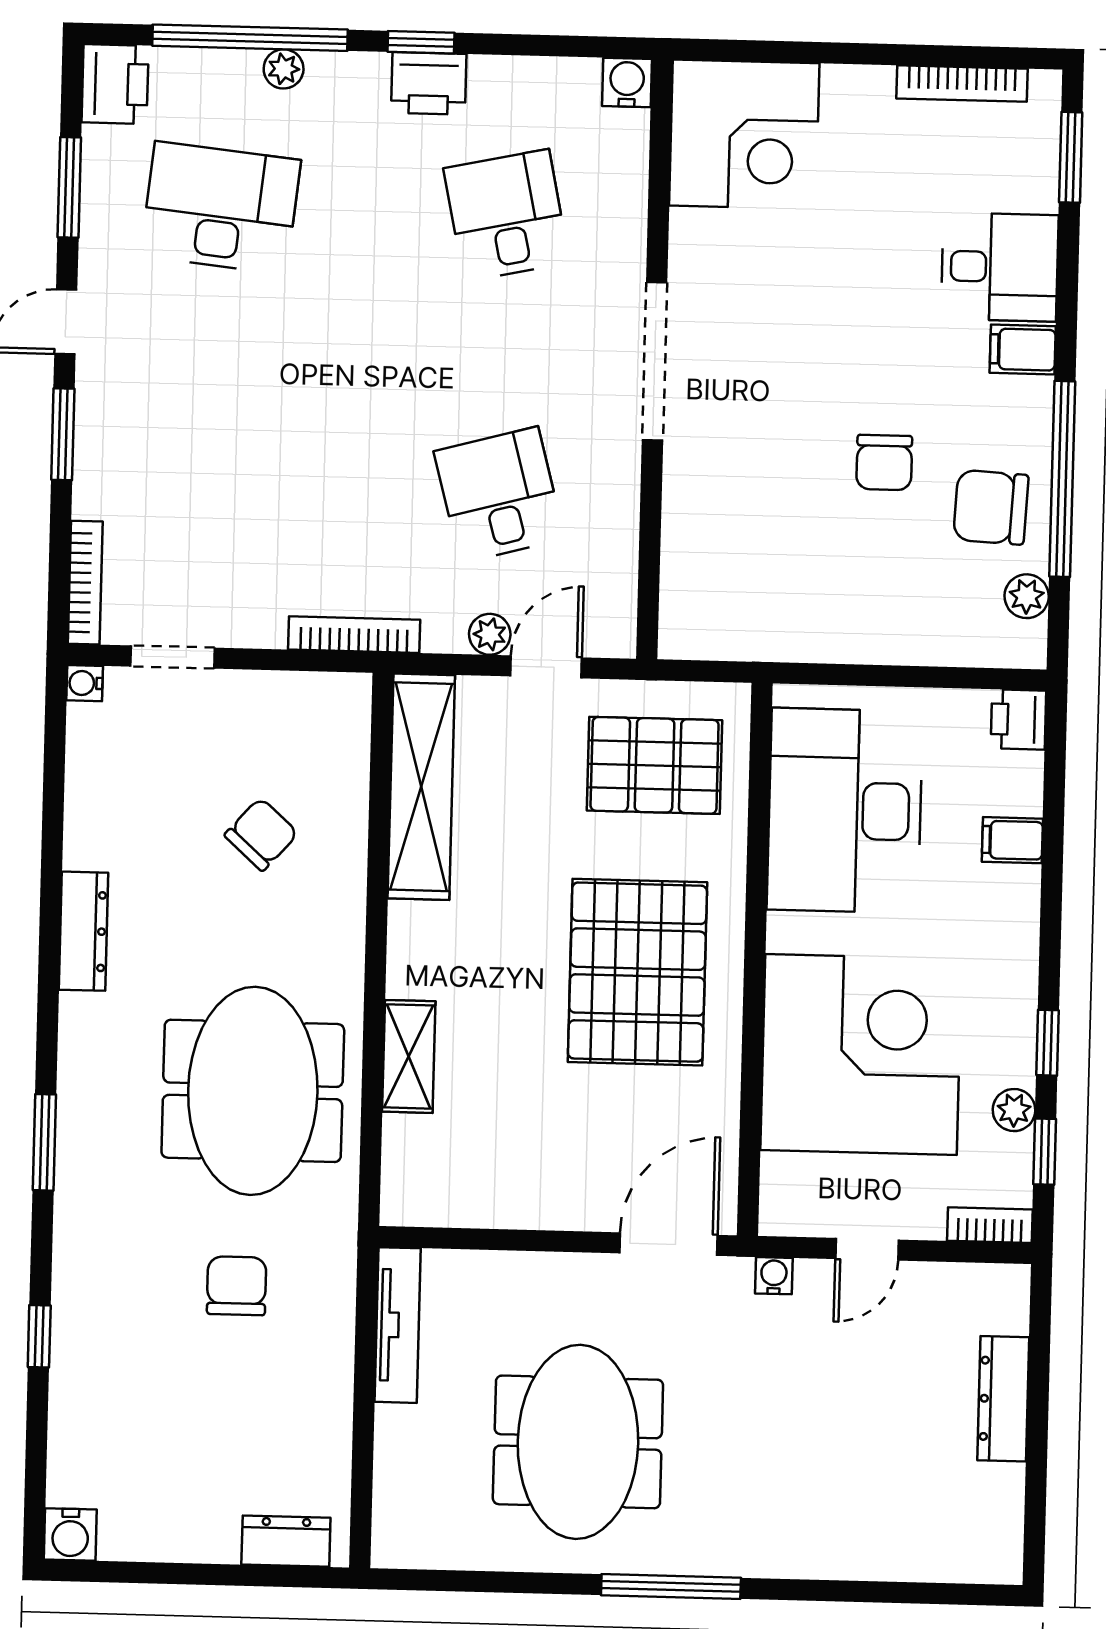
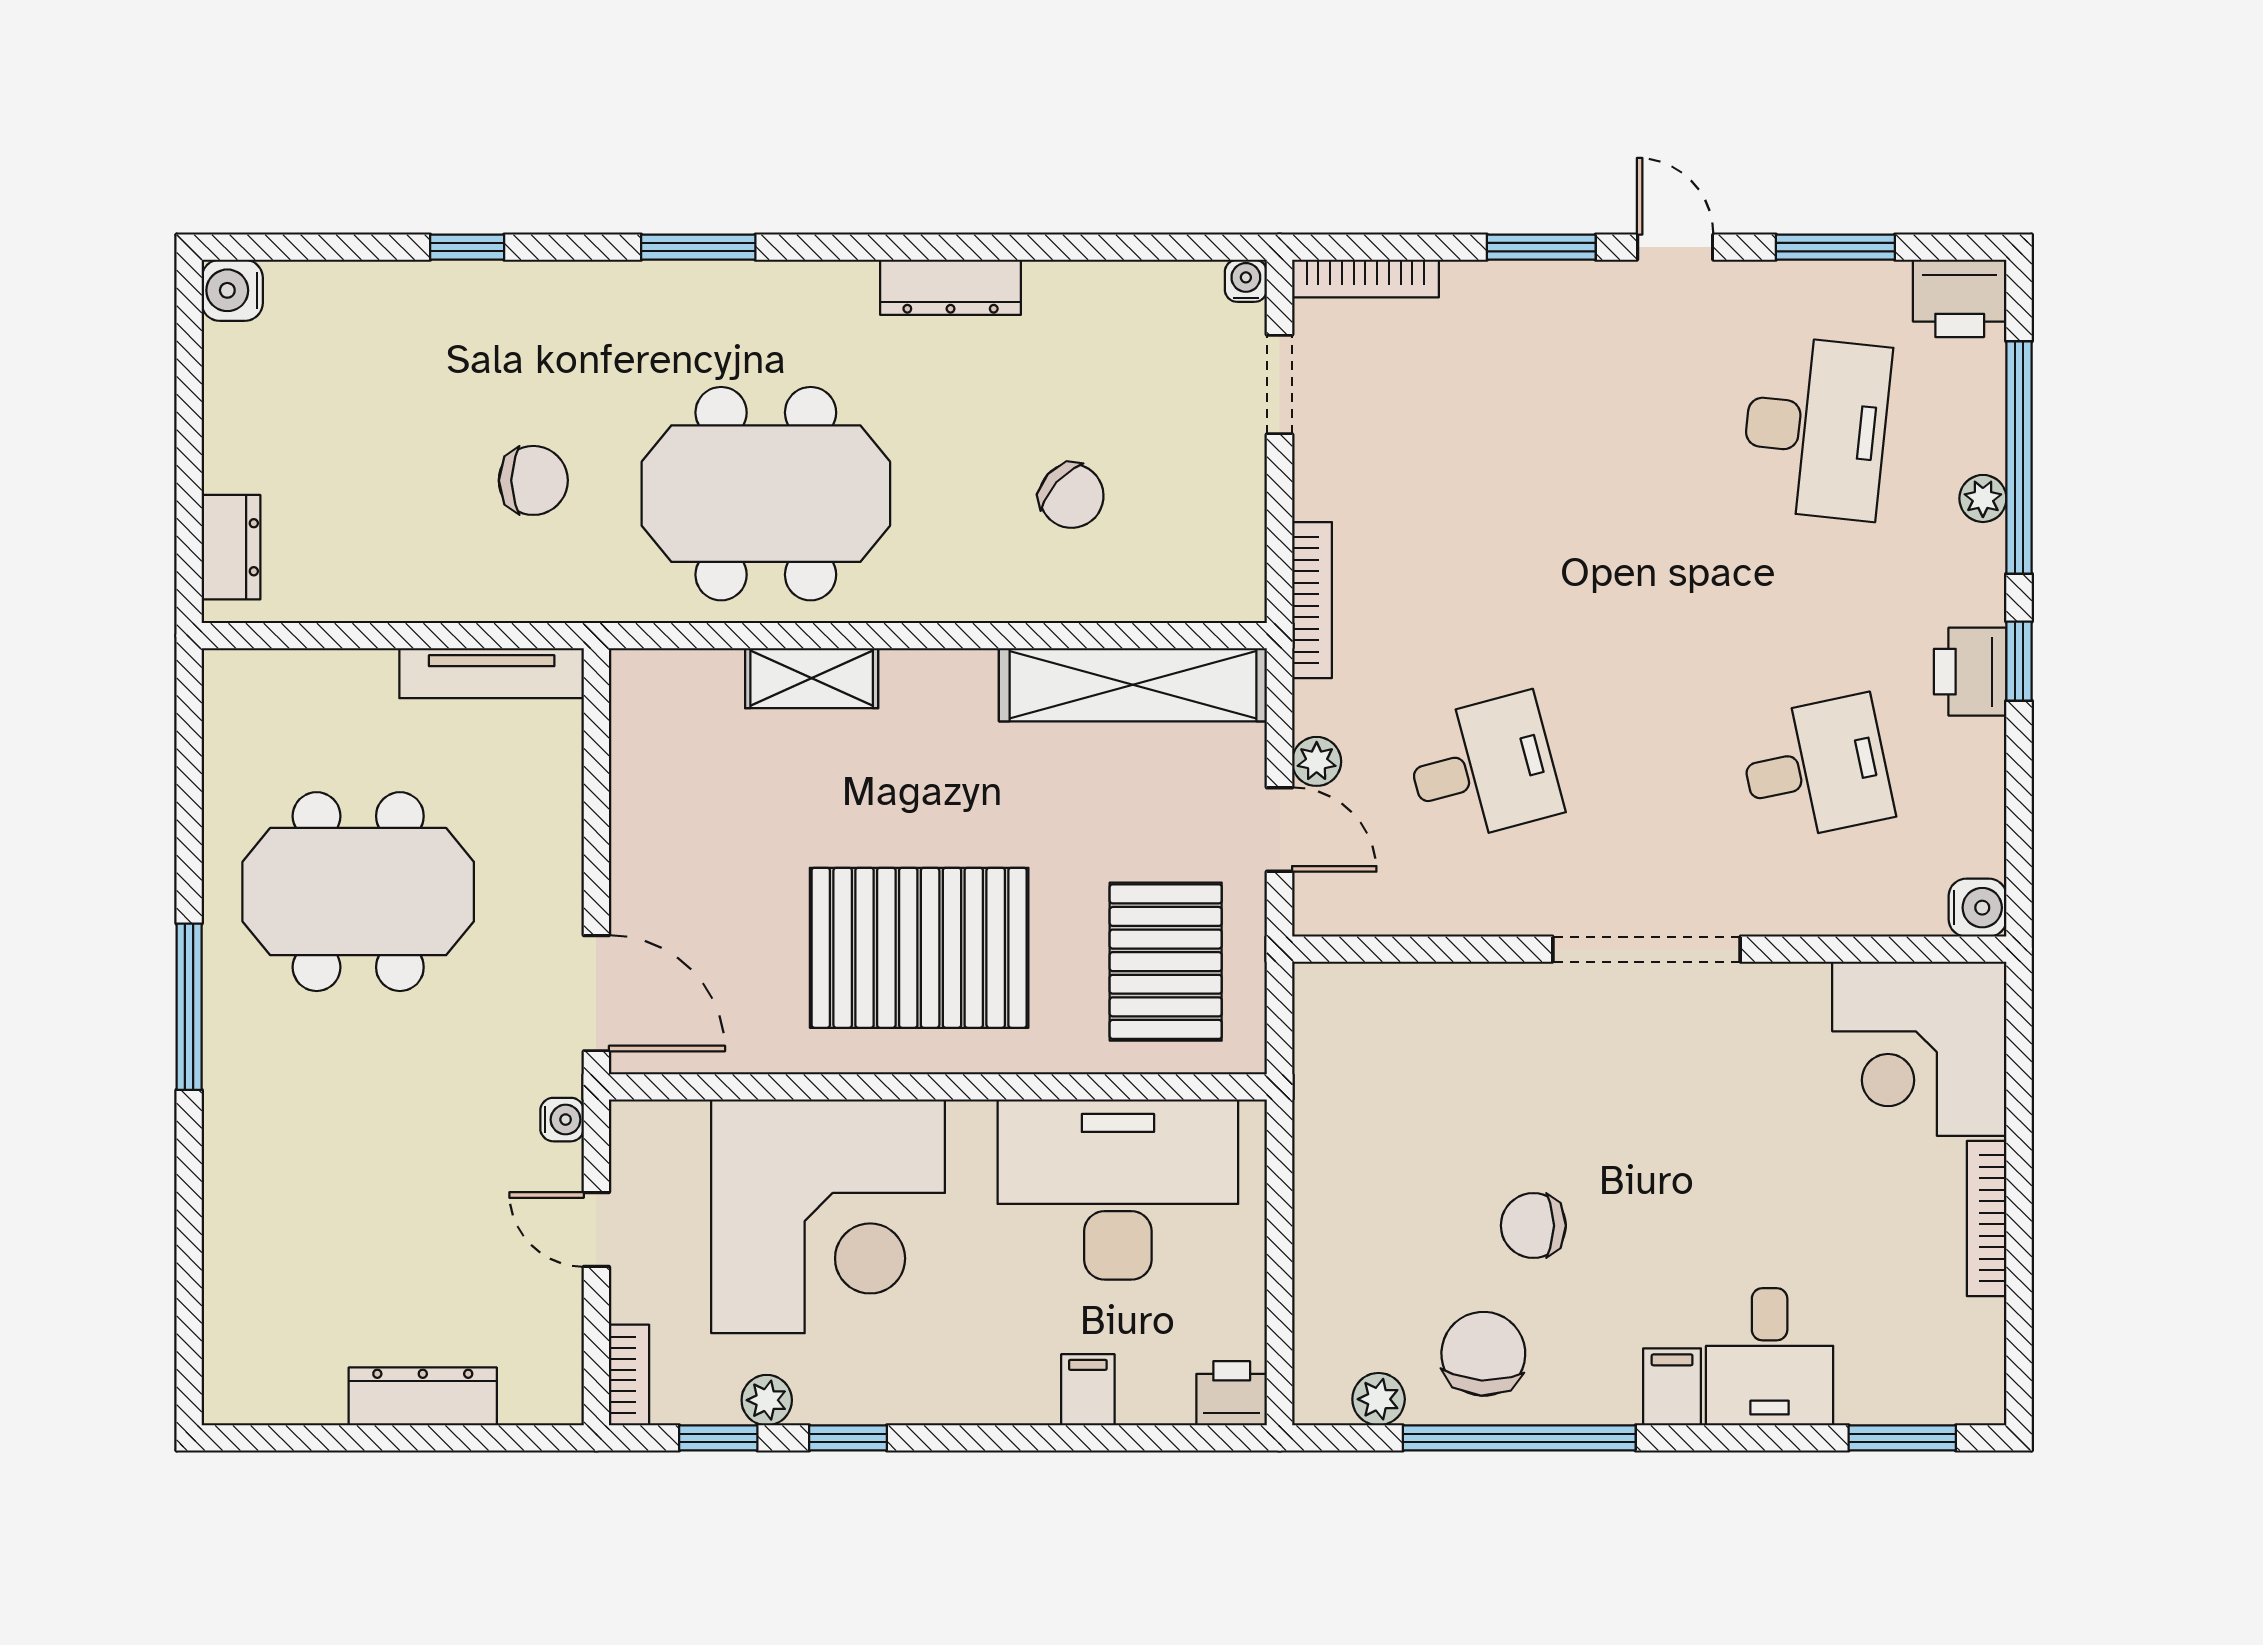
bookcase: (962, 84) -> (1987, 1218), moved

